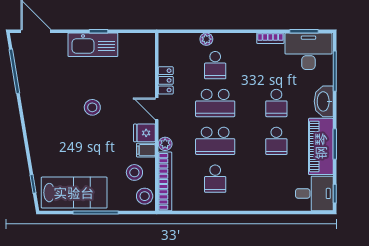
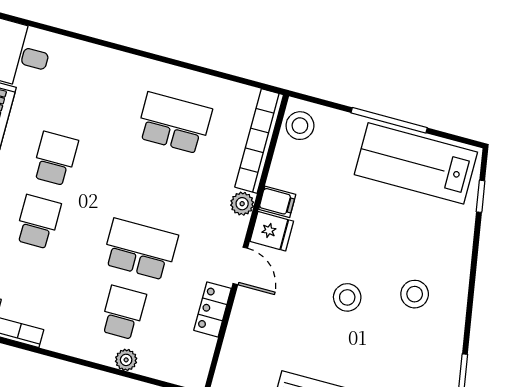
school desk: (215, 141) -> (157, 186), removed
stool: (134, 172) -> (415, 294), moved
school desk: (215, 179) -> (174, 123), width x1.85

